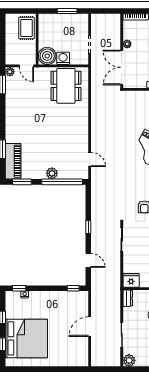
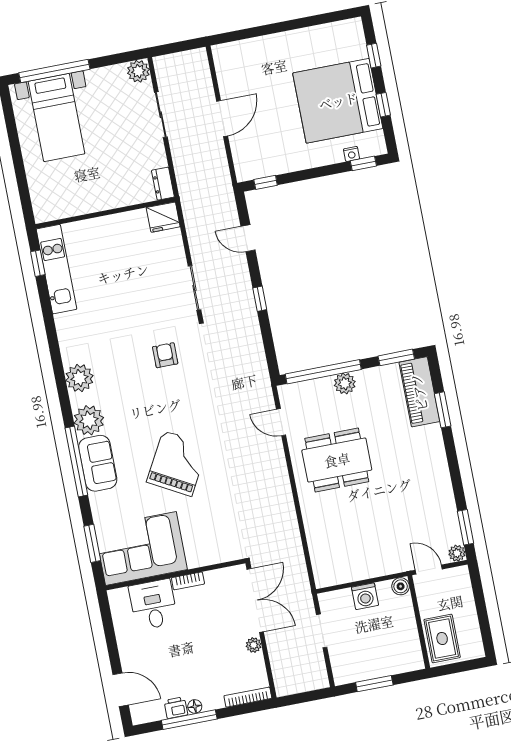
boiler: (47, 56) -> (401, 586), width x0.54, depth x0.54
dining table: (66, 86) -> (337, 460), moved, turned 90
bed: (26, 338) -> (338, 101), moved

